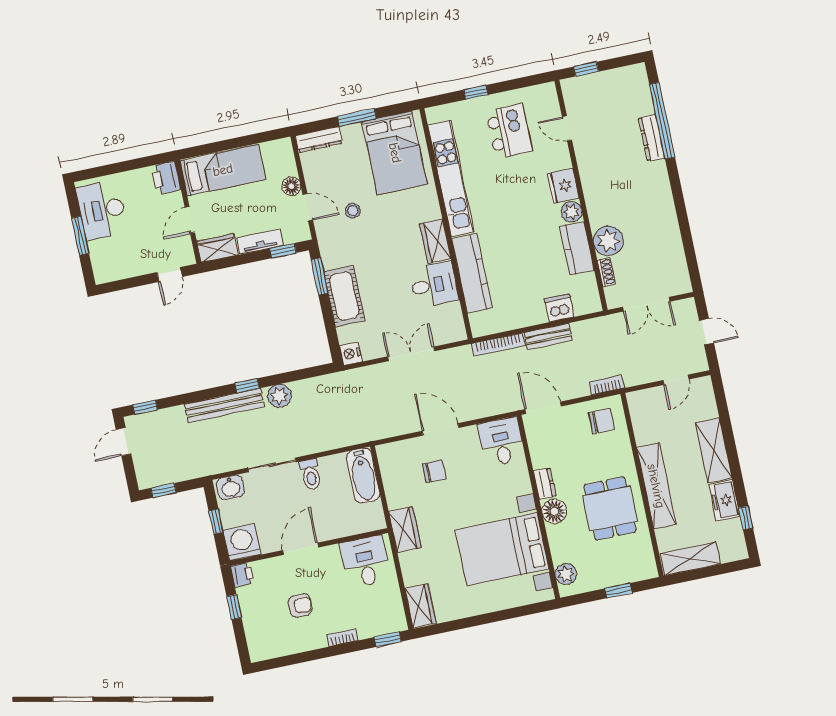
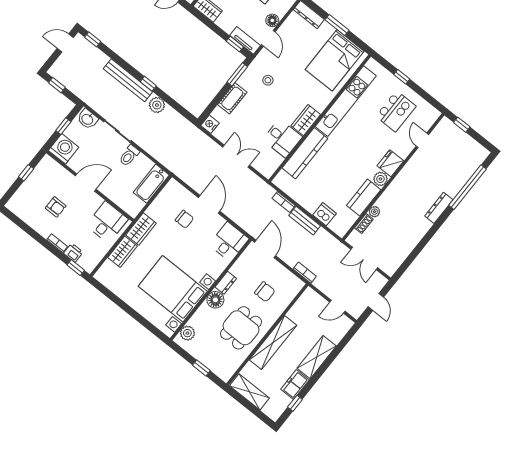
dresser: (652, 138) -> (439, 208), moved
stool: (353, 211) -> (268, 80), moved
plant: (608, 241) -> (374, 212), width x0.53, depth x0.53
tv unit: (260, 242) -> (245, 40), moved
cot: (344, 296) -> (232, 98), width x0.73, depth x0.75
bookcase: (498, 345) -> (284, 202), width x0.64
chair: (602, 421) -> (265, 292), moved
printer: (242, 575) -> (73, 253), moved, turned -90
wardrobe: (421, 606) -> (123, 252), moved

